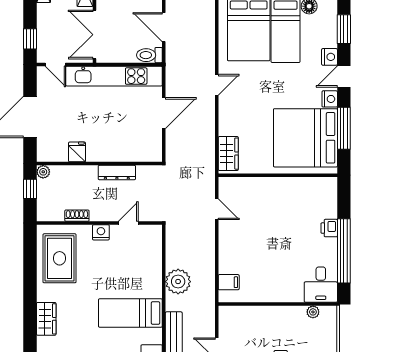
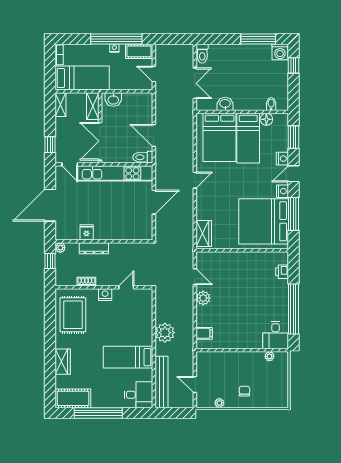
dresser: (117, 173) -> (94, 248), moved
printer: (329, 228) -> (282, 272), moved
plant: (227, 237) -> (203, 298), added

